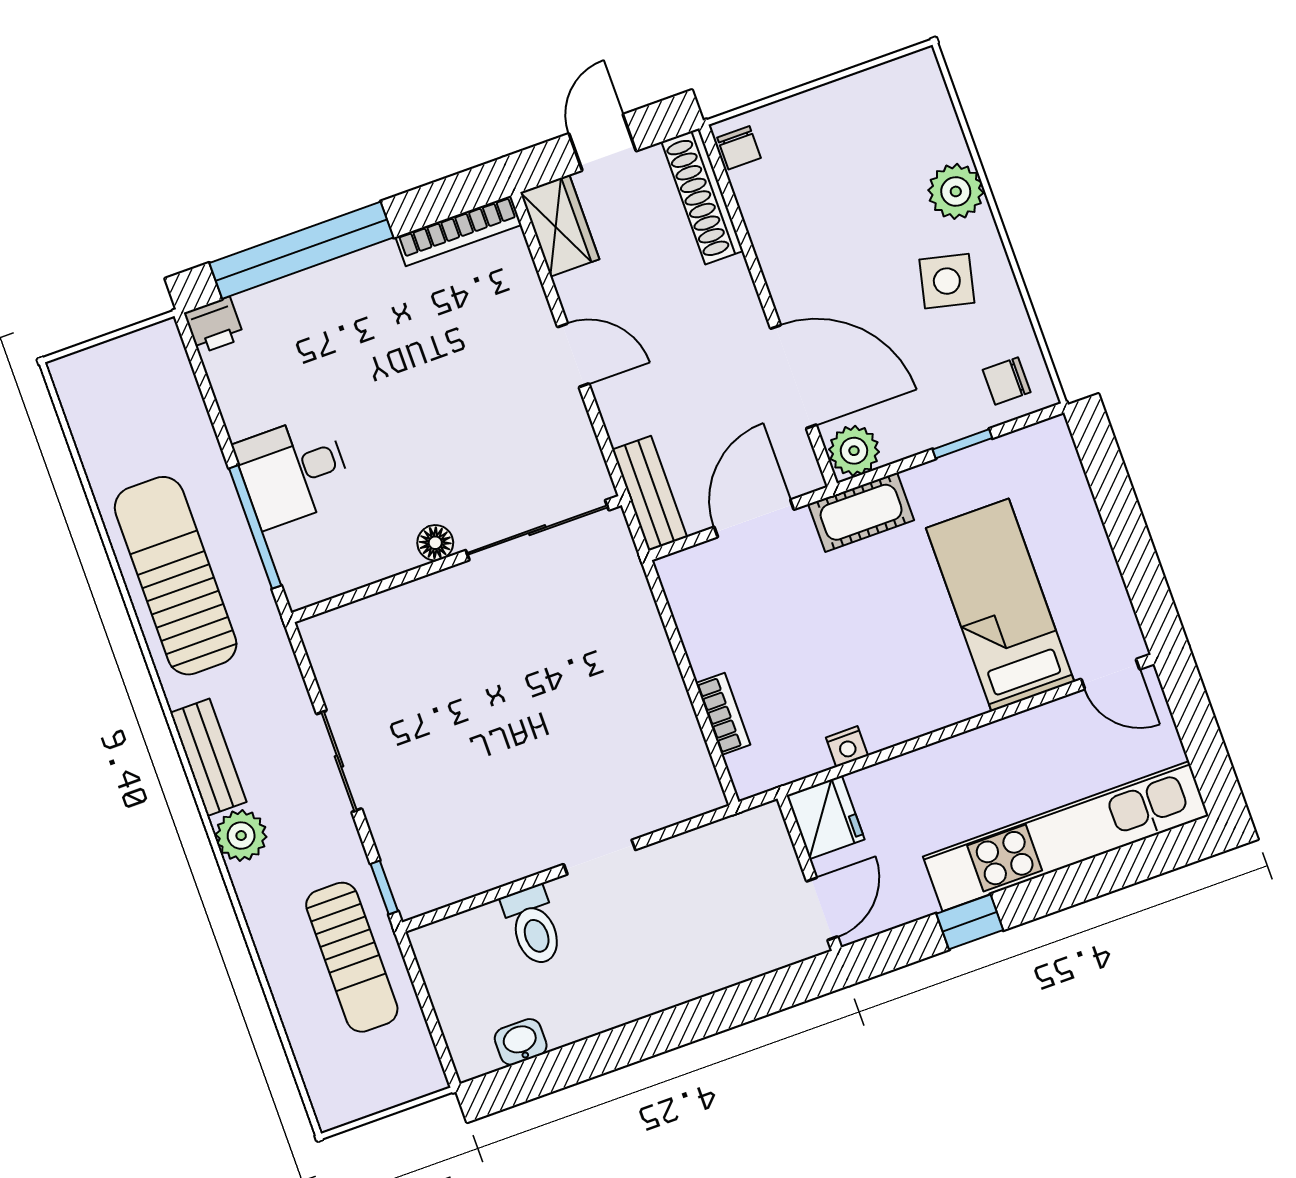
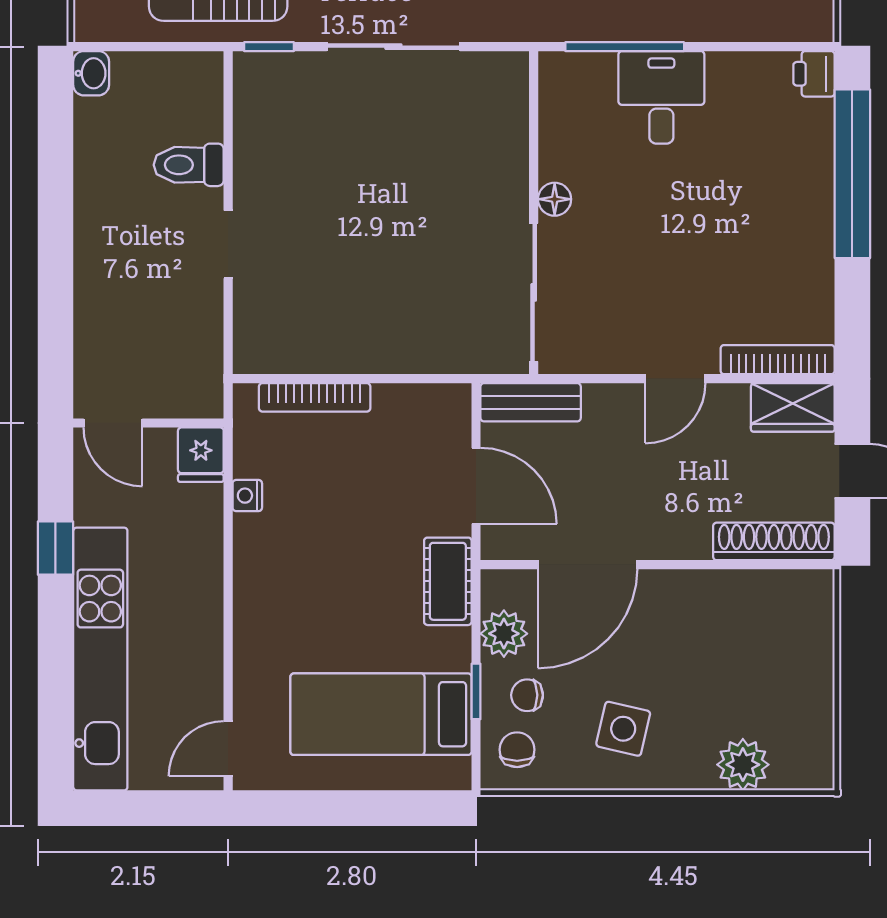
chair: (739, 148) -> (527, 695), moved
plant: (956, 191) -> (743, 765), moved
bookcase: (458, 231) -> (778, 360), moved, turned 90
plant: (854, 451) -> (504, 634), moved
bed: (1000, 605) -> (381, 714), moved, turned 180
bookcase: (723, 714) -> (315, 397), width x1.56
sliding door: (339, 761) -> (393, 47), width x1.37
fridge: (826, 817) -> (201, 455), width x0.72
washbasin: (521, 1042) -> (91, 73), moved

